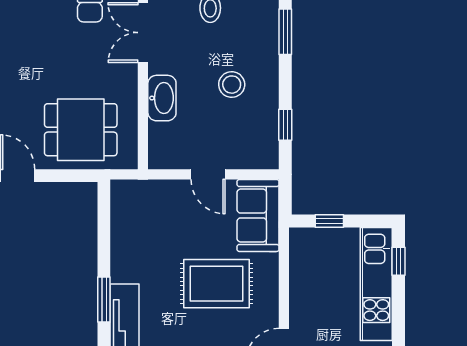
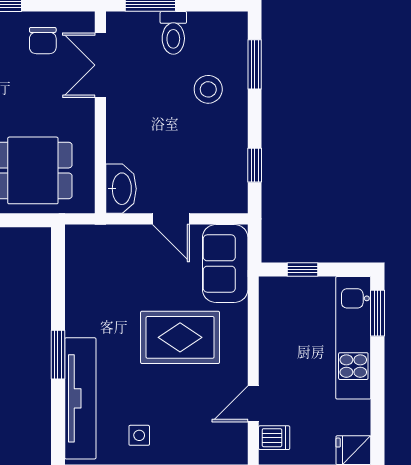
stool: (232, 85) -> (208, 89), moved
washbasin: (162, 98) -> (121, 189), moved
window: (399, 261) -> (377, 313), width x1.50

